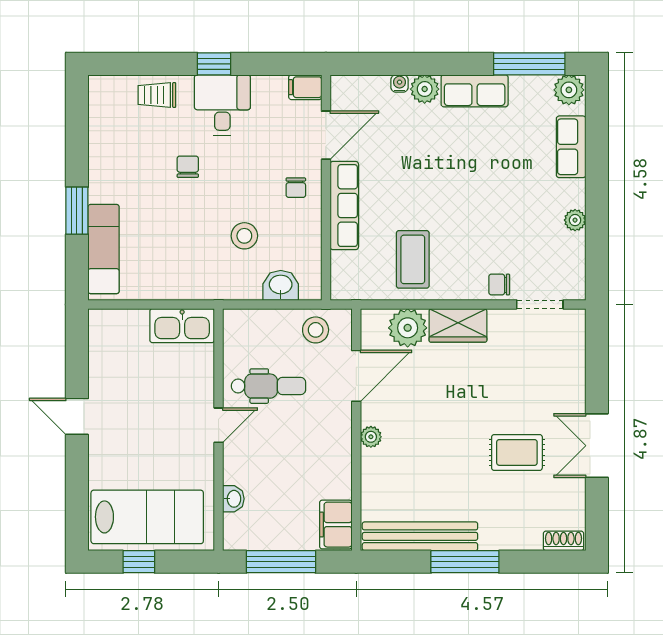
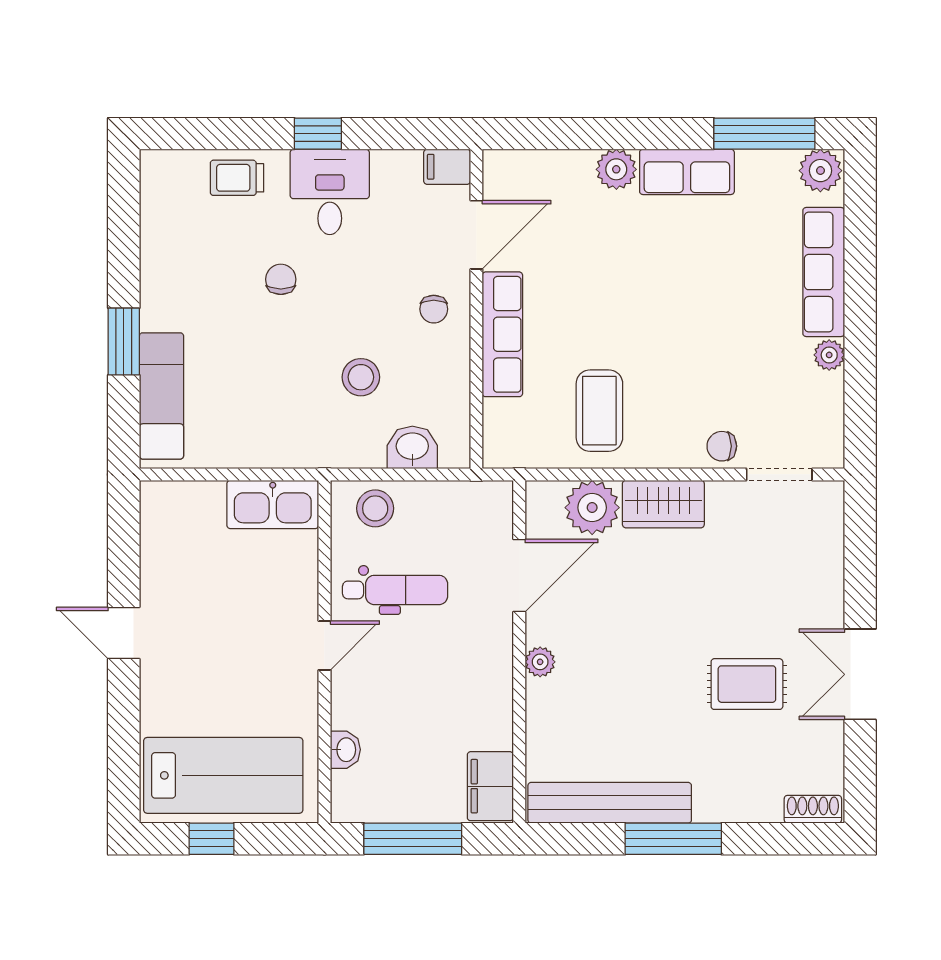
water cooler: (400, 84) -> (581, 162), removed
row of seats: (571, 147) -> (824, 272), width x1.48
stool: (316, 330) -> (375, 508), moved

